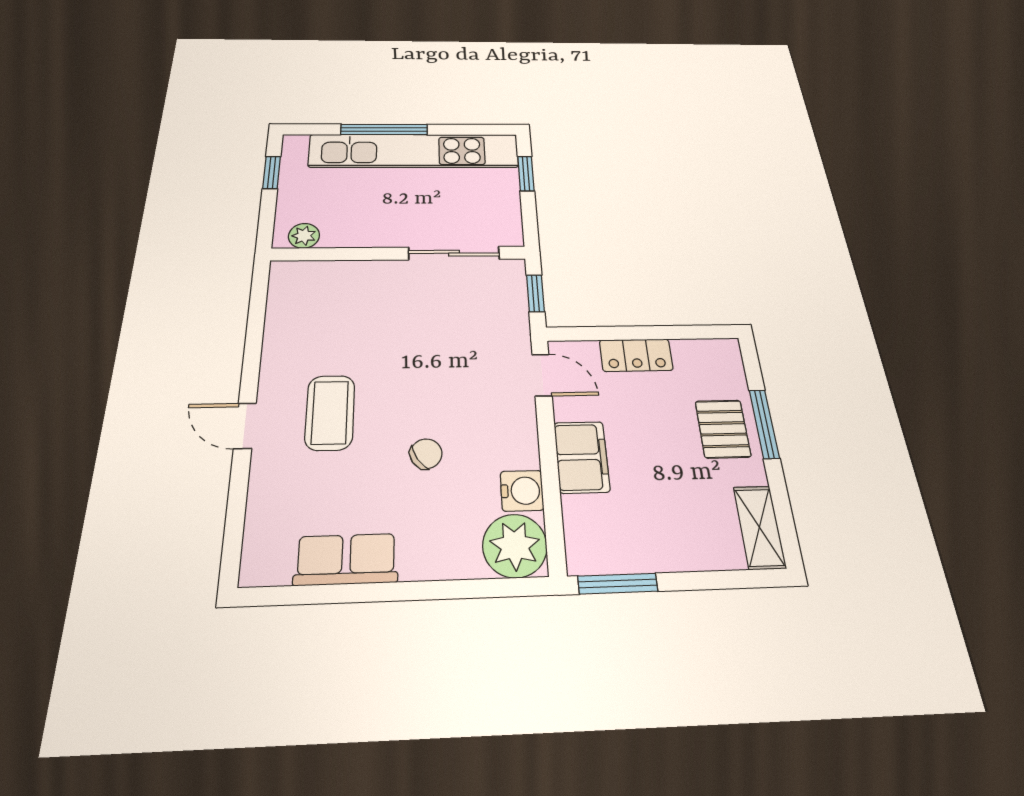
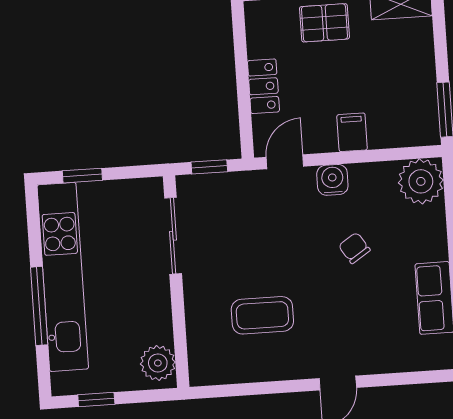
plant: (304, 236) -> (158, 363), width x1.38, depth x1.38
coffee table: (330, 412) -> (262, 315), moved
filing cabinet: (582, 457) -> (352, 132), width x0.50
water cooler: (522, 491) -> (332, 180), moved

